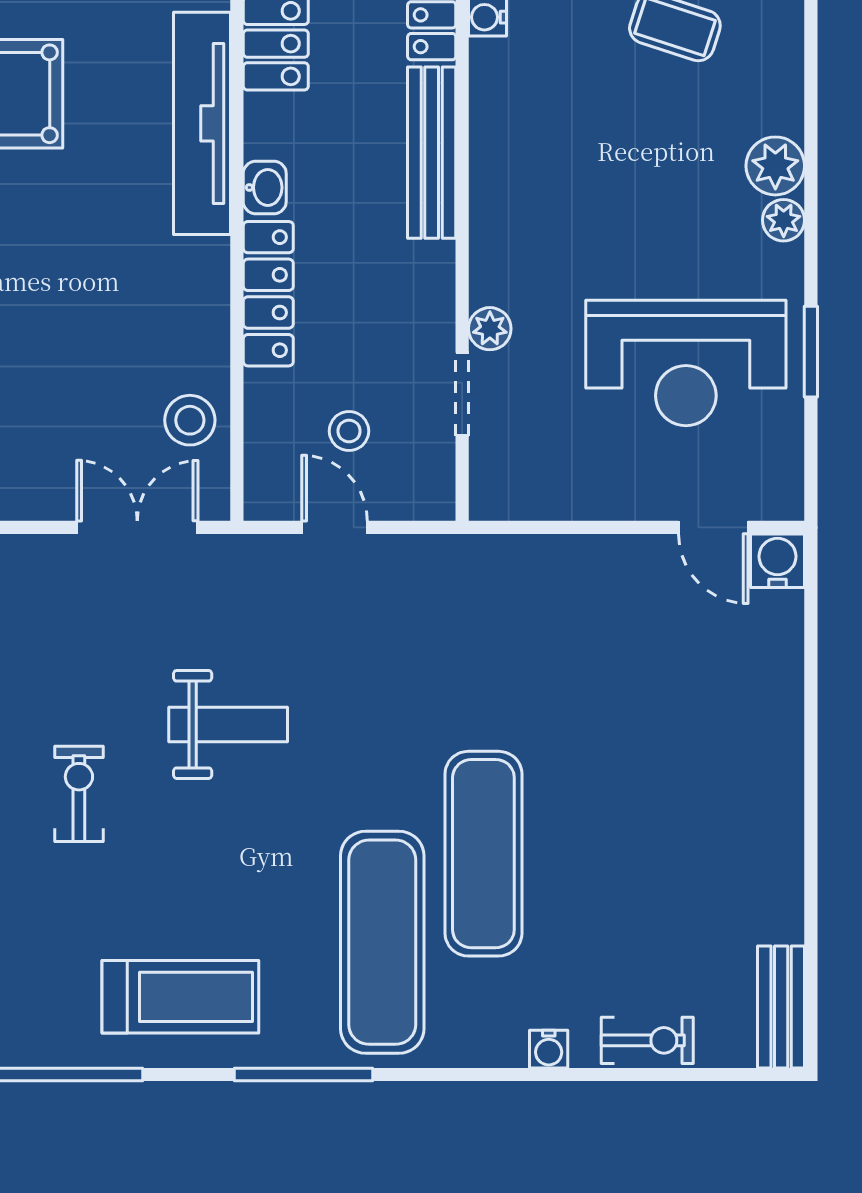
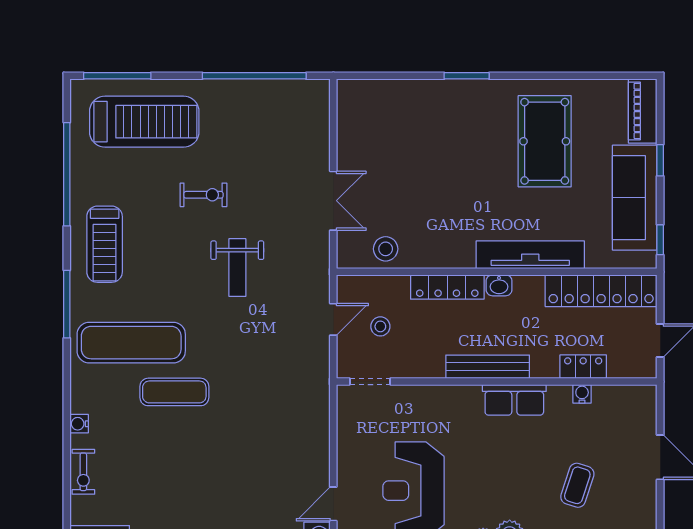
bench: (432, 153) -> (488, 367), moved
row of seats: (500, 156) -> (514, 400), added
plant: (490, 329) -> (430, 395), removed
doorway: (462, 394) -> (370, 382), moved
double door: (137, 527) -> (333, 201), moved
exercise mat: (483, 854) -> (174, 392), width x0.73, depth x0.69

